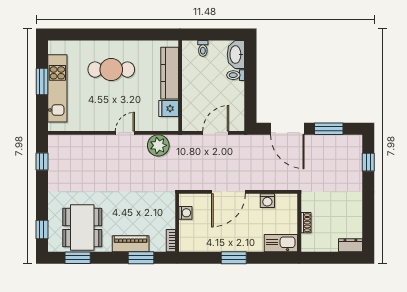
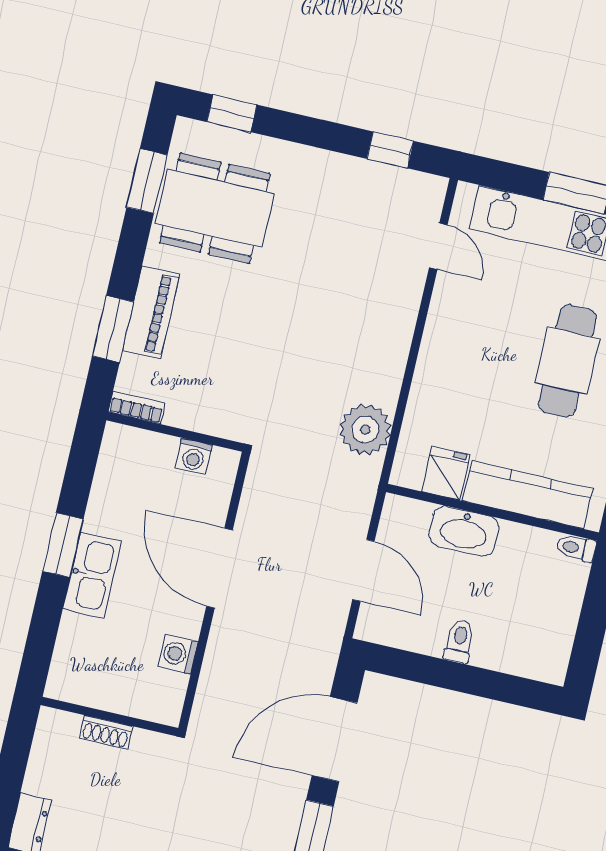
toilet: (203, 48) -> (576, 548), moved
washbasin: (236, 55) -> (464, 531), moved, turned 180
toilet: (236, 75) -> (459, 641), moved
door: (125, 133) -> (438, 246), moved
kitchen sink: (281, 243) -> (92, 575), moved

